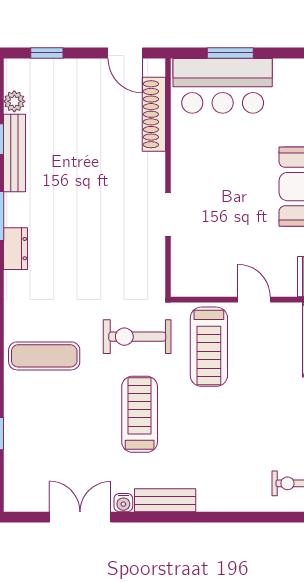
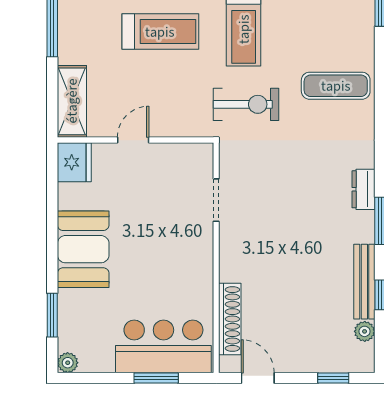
doorway: (168, 214) -> (216, 200), moved
door: (254, 300) -> (133, 140), swing flipped
treadmill: (209, 347) -> (160, 32), moved, turned 90

